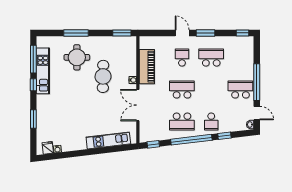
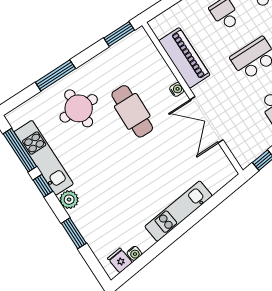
plant: (42, 100) -> (69, 200), added
kitchen unit: (108, 140) -> (178, 211), moved

